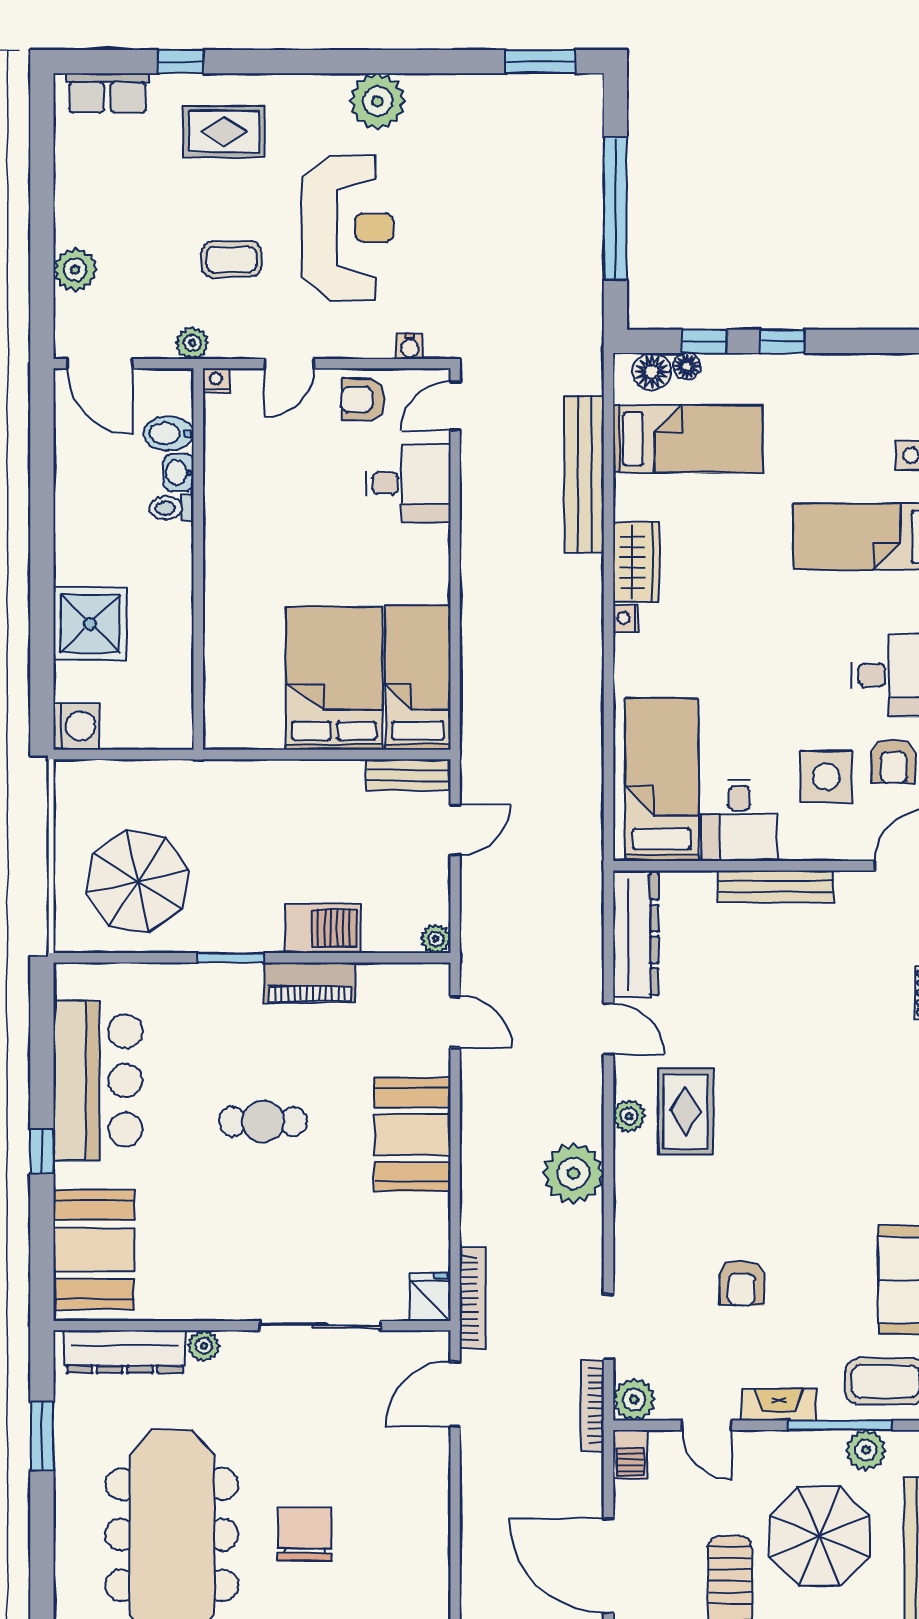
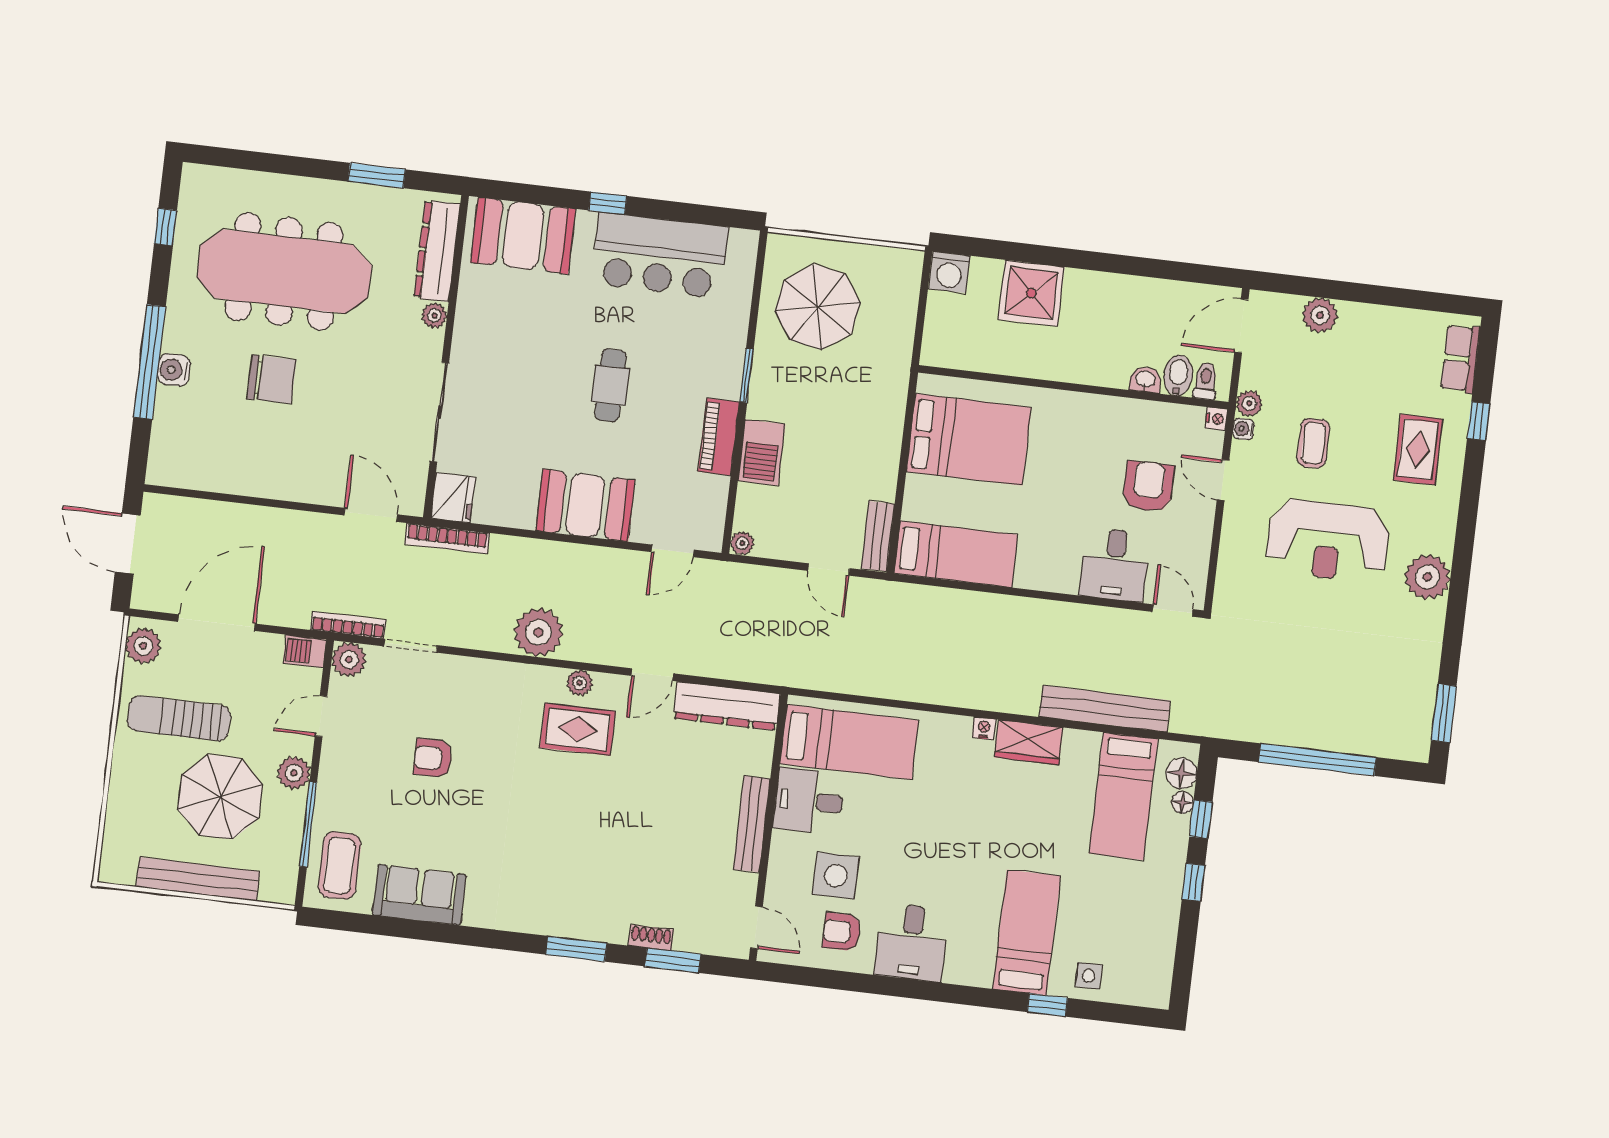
water cooler: (410, 346) -> (1243, 429), moved
armchair: (363, 399) -> (1148, 487), moved, width x1.38, depth x1.38
toilet: (171, 508) -> (1206, 381), moved
bed: (334, 678) -> (969, 440), moved
fridge: (430, 1297) -> (453, 498), width x1.38
fireplace: (779, 1405) -> (331, 777), removed
plant: (866, 1450) -> (294, 773), moved

